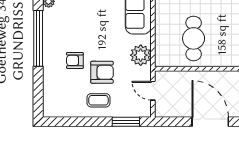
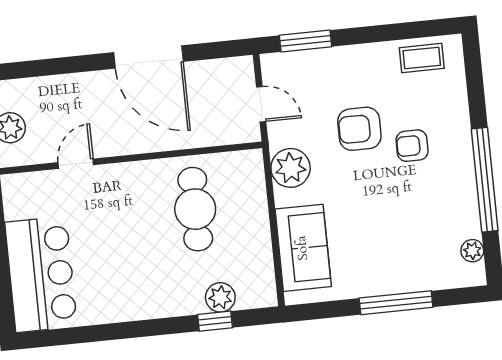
armchair: (75, 60) -> (412, 146), turned 180
coffee table: (98, 100) -> (422, 58), moved

